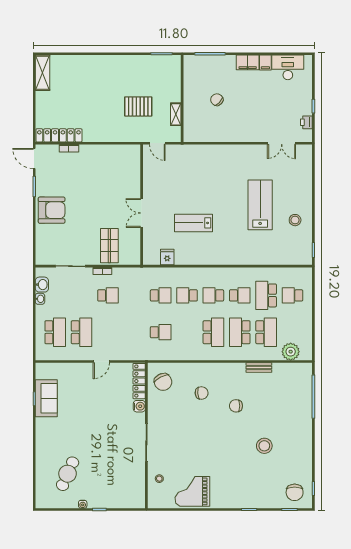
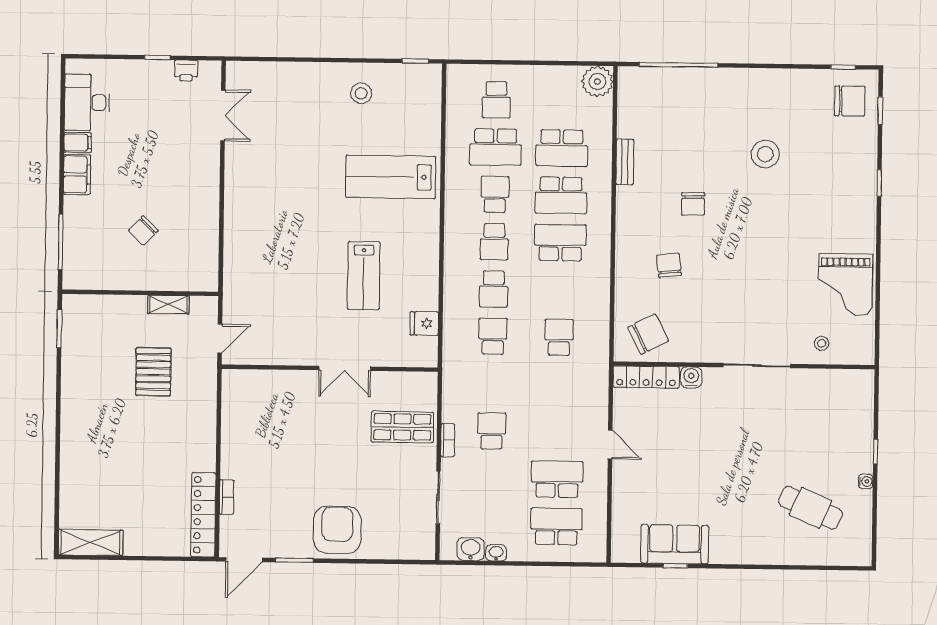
lab bench: (260, 205) -> (391, 177), moved
school desk: (266, 332) -> (562, 148), turned 180
plant: (291, 352) -> (597, 81), moved

